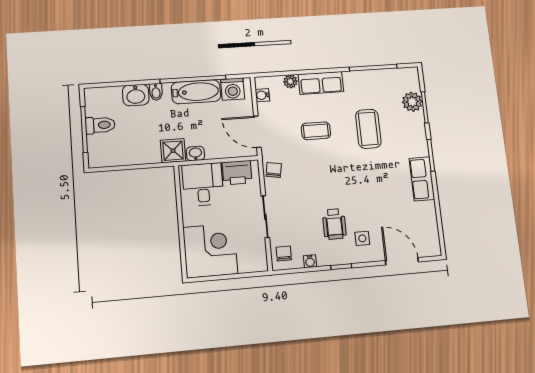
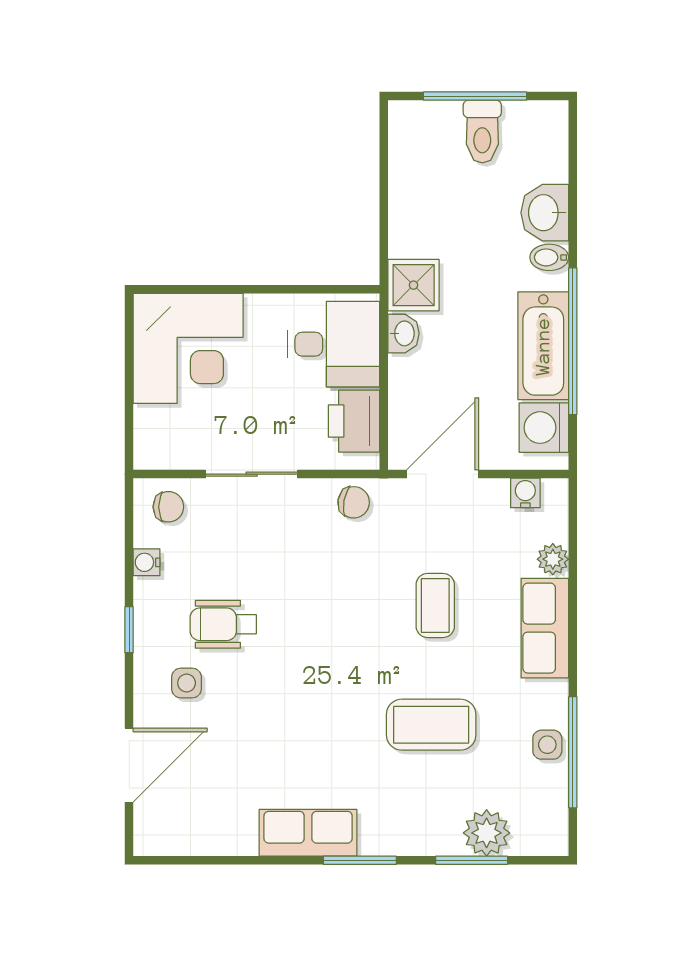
side table: (371, 79) -> (547, 745), added

